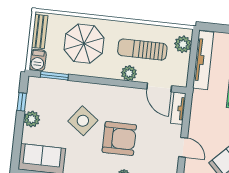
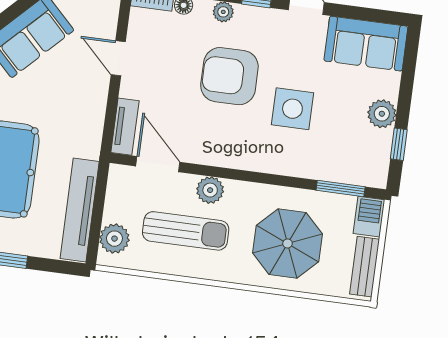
side table: (83, 121) -> (292, 109), turned -37

